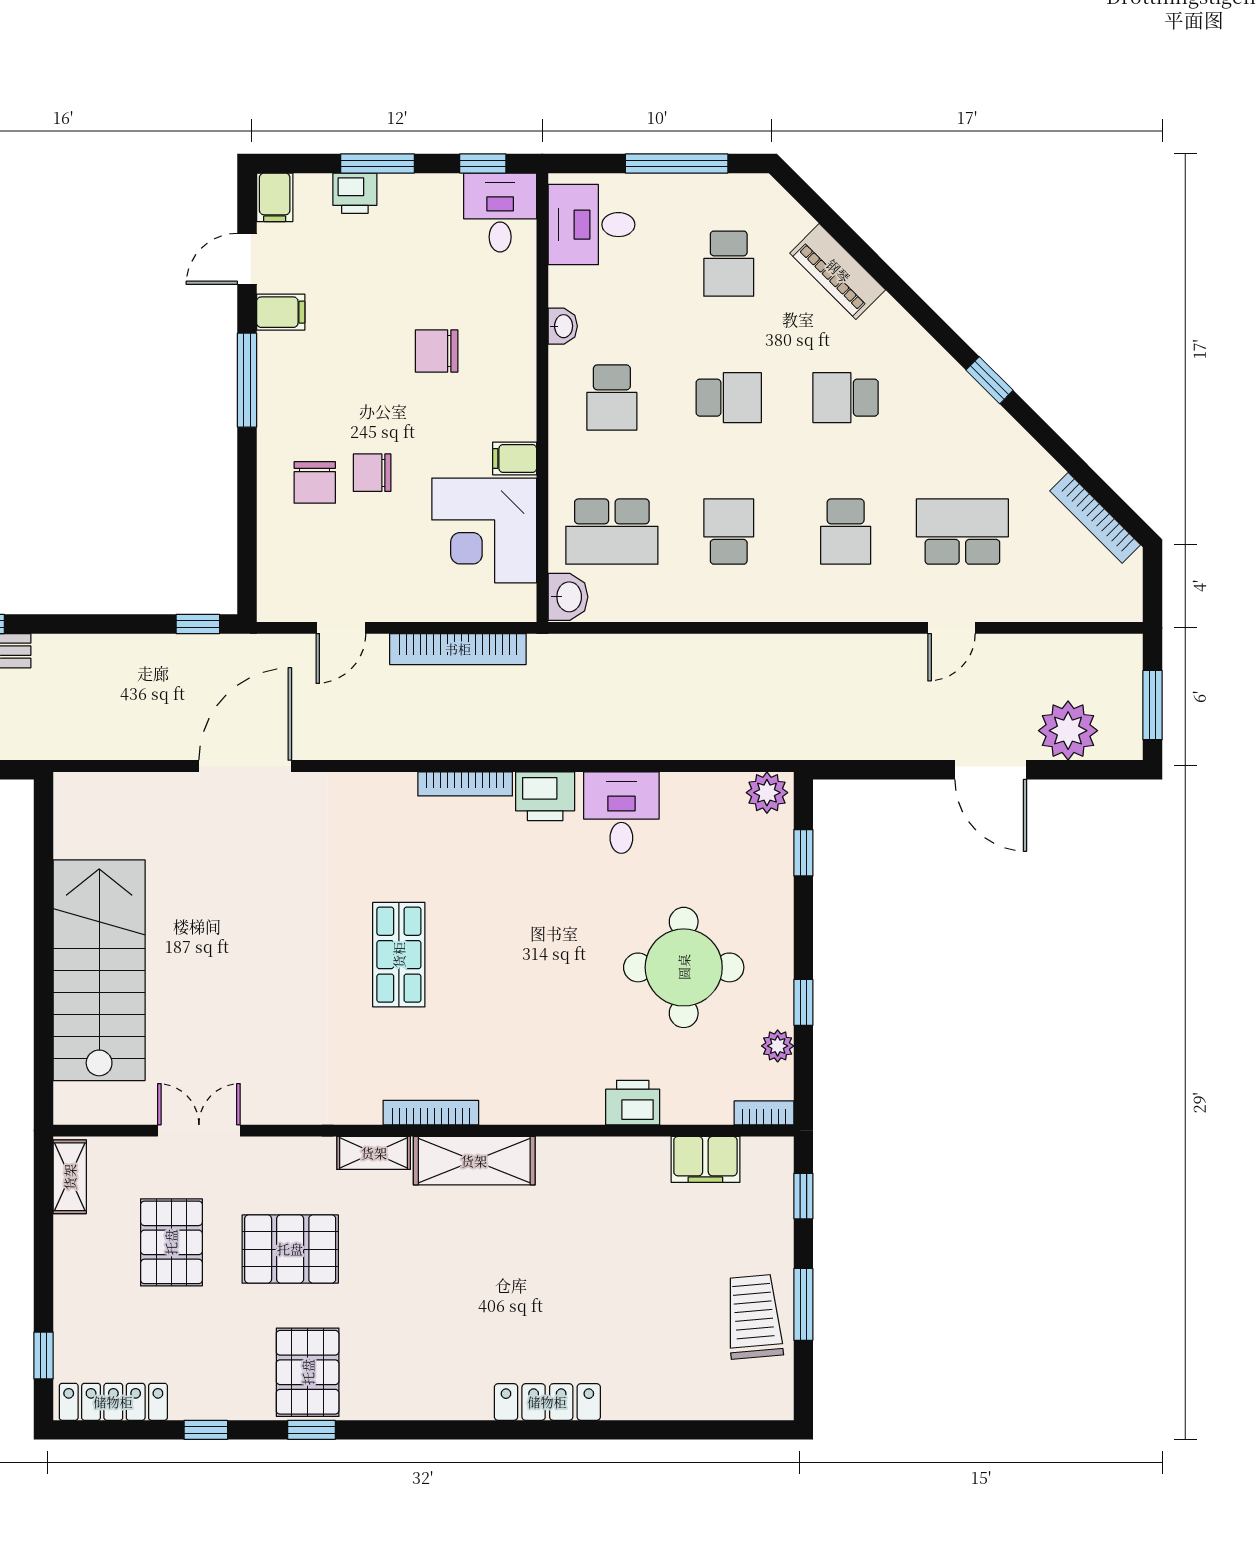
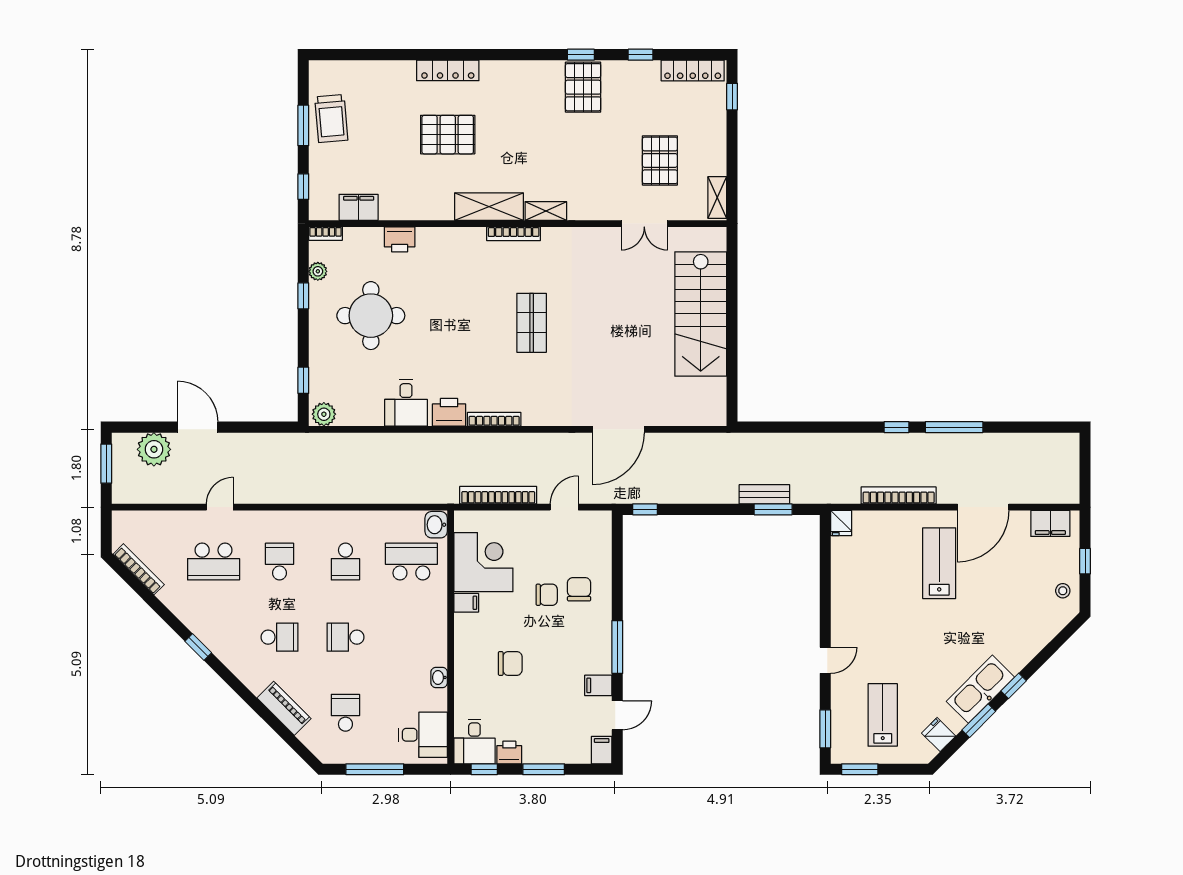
printer: (355, 193) -> (509, 752), moved
school desk: (612, 398) -> (411, 637), removed
pallet: (290, 1249) -> (448, 135), moved

